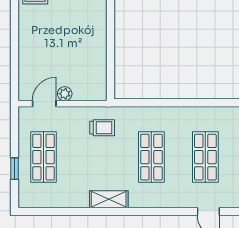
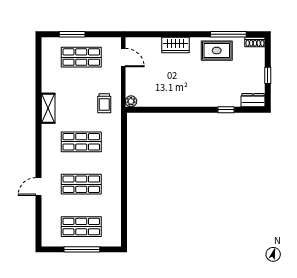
wardrobe: (28, 37) -> (176, 45), added
plant: (65, 94) -> (131, 101), moved
window: (15, 169) -> (72, 34), width x1.50

